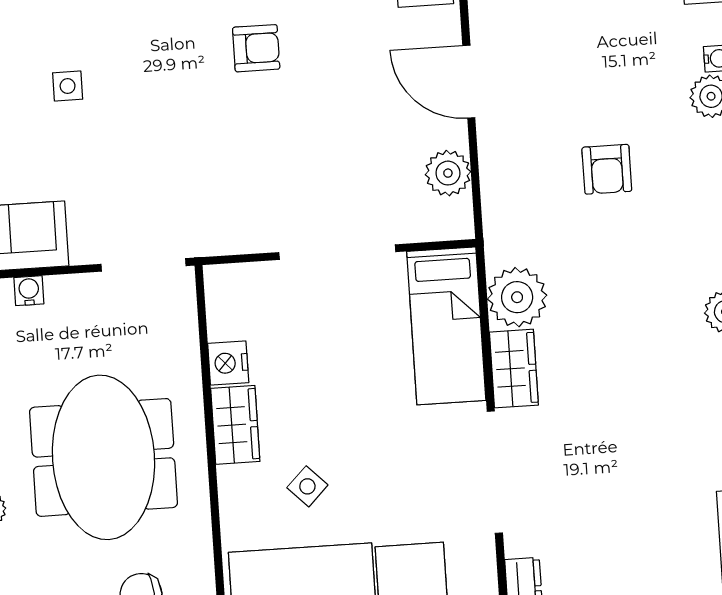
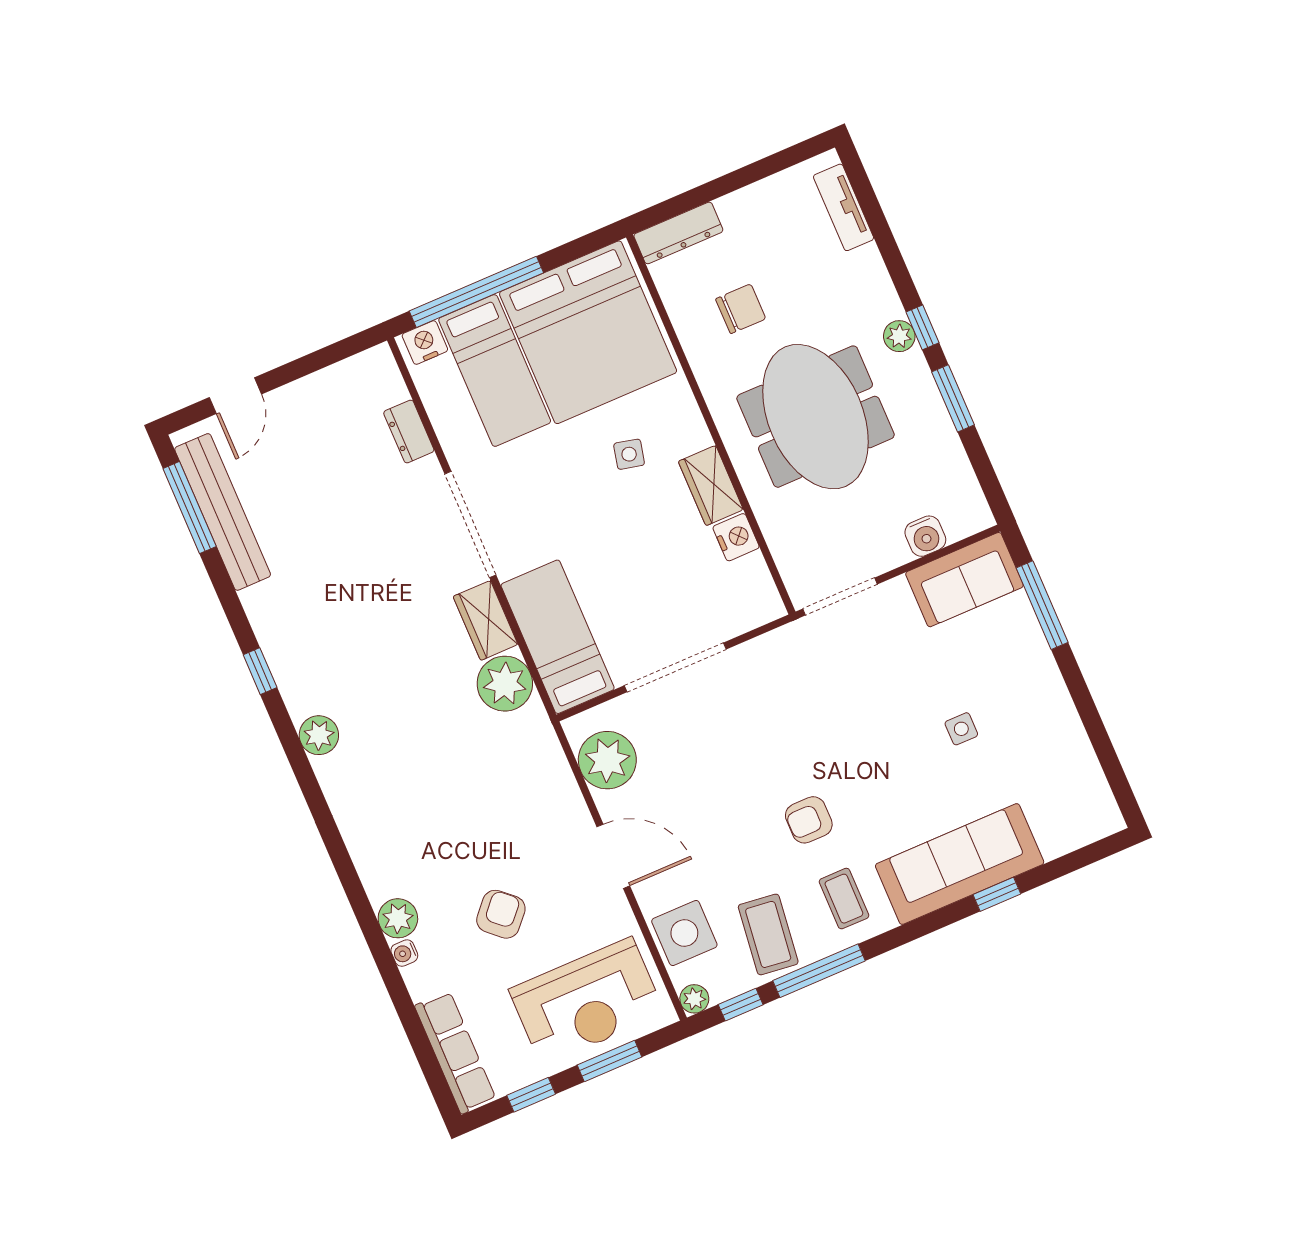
armchair: (607, 169) -> (501, 914), moved, turned 42
plant: (448, 173) -> (607, 760), width x1.36, depth x1.36
water cooler: (29, 291) -> (925, 536), width x1.38, depth x1.38
side table: (307, 486) -> (629, 454), turned -32

